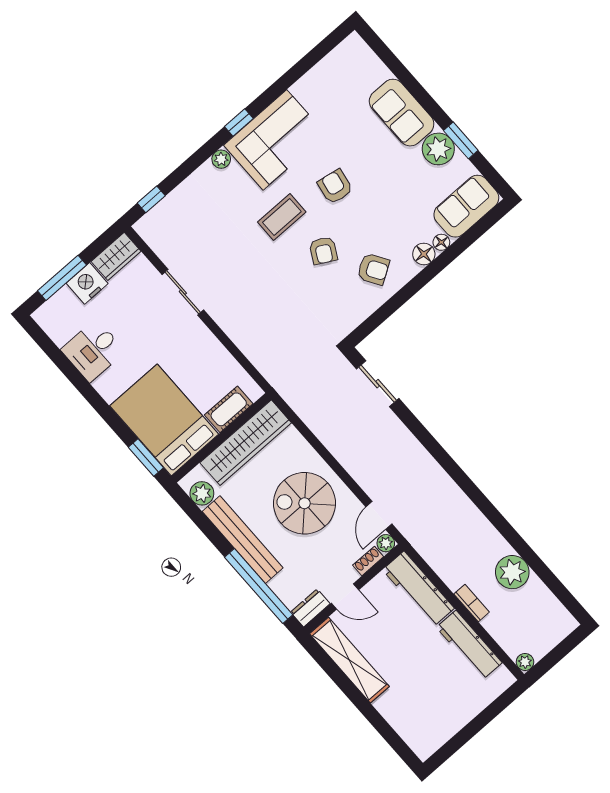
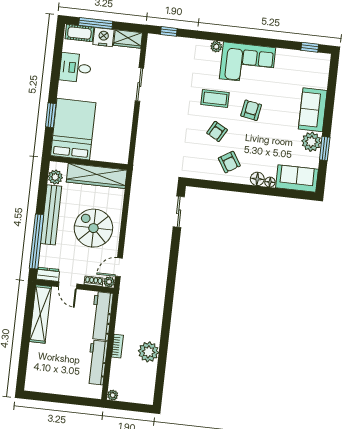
window: (239, 122) -> (310, 47), moved
cot: (229, 409) -> (79, 33), moved
window: (146, 458) -> (51, 115), moved

